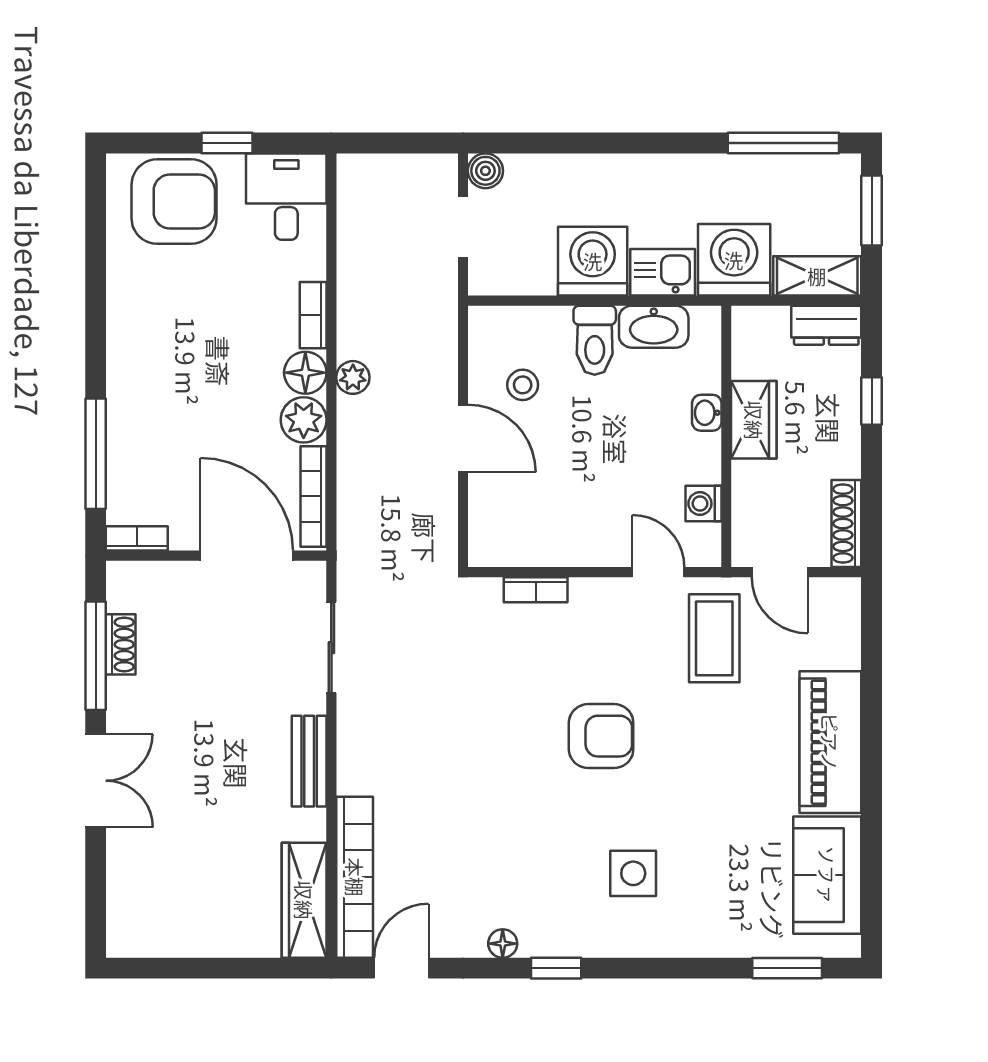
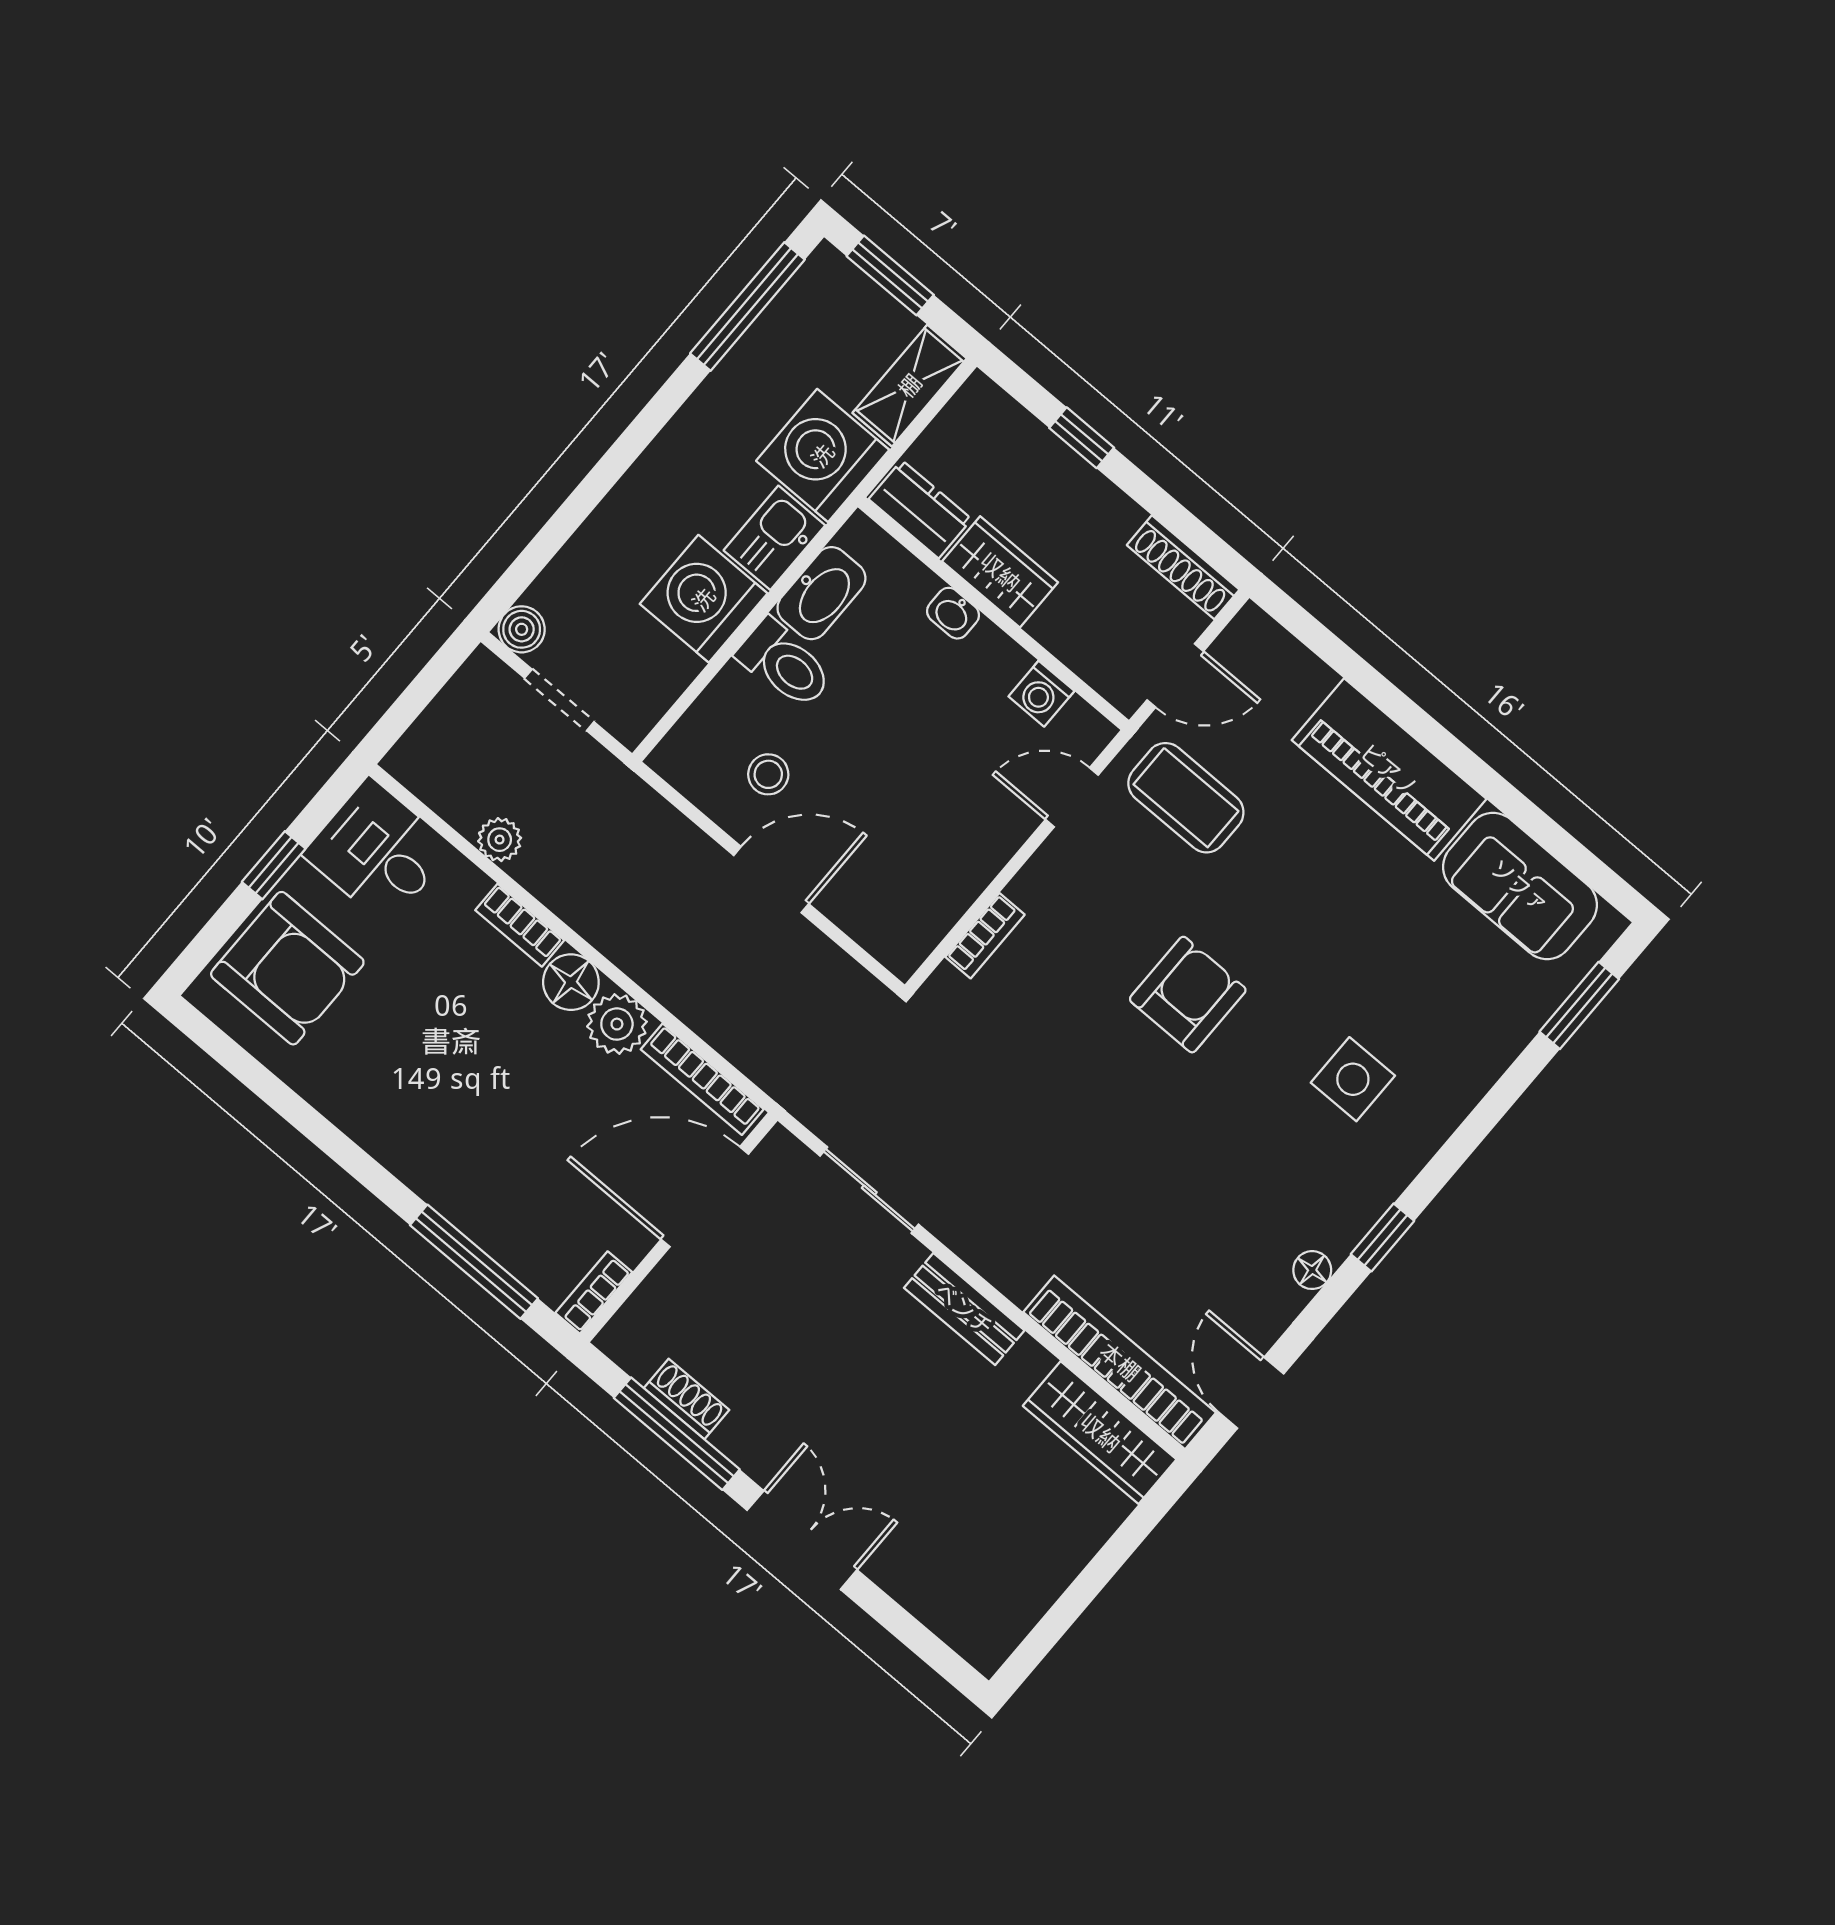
armchair: (174, 202) -> (287, 968), turned 90
dresser: (826, 325) -> (920, 509), moved, turned -90
plant: (353, 377) -> (500, 840), moved

